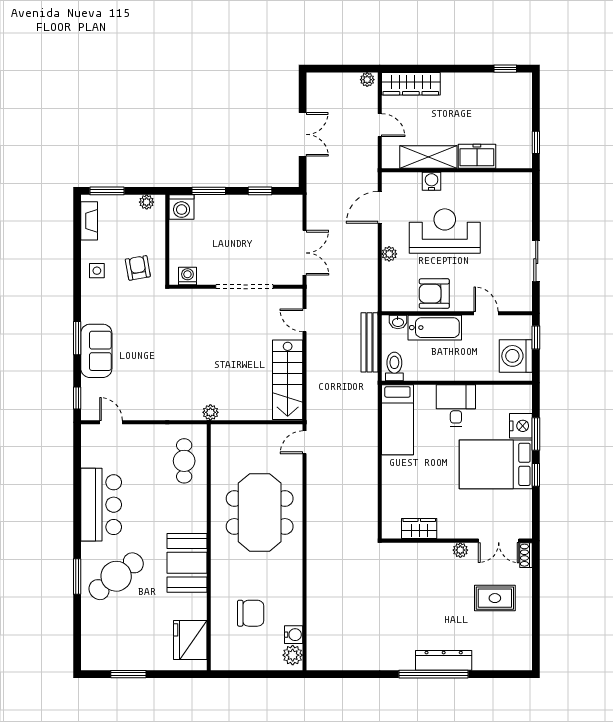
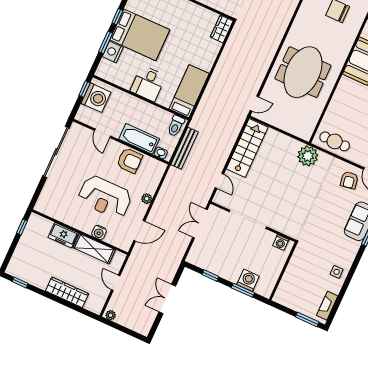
wardrobe: (411, 84) -> (67, 292), moved
plant: (147, 202) -> (285, 301), removed
washing machine: (182, 207) -> (248, 280), moved
sliding door: (536, 261) -> (56, 152), width x1.86
armchair: (138, 268) -> (349, 180), moved
window: (536, 338) -> (85, 89), moved
plant: (210, 412) -> (308, 156), width x1.88, depth x1.88
cafe table: (184, 461) -> (335, 141), moved, turned 90
wardrobe: (419, 529) -> (222, 29), moved, turned 90

